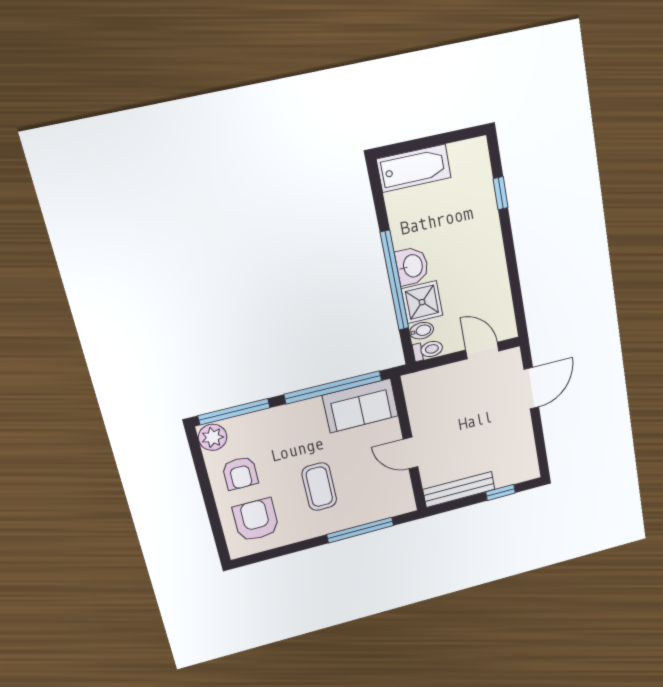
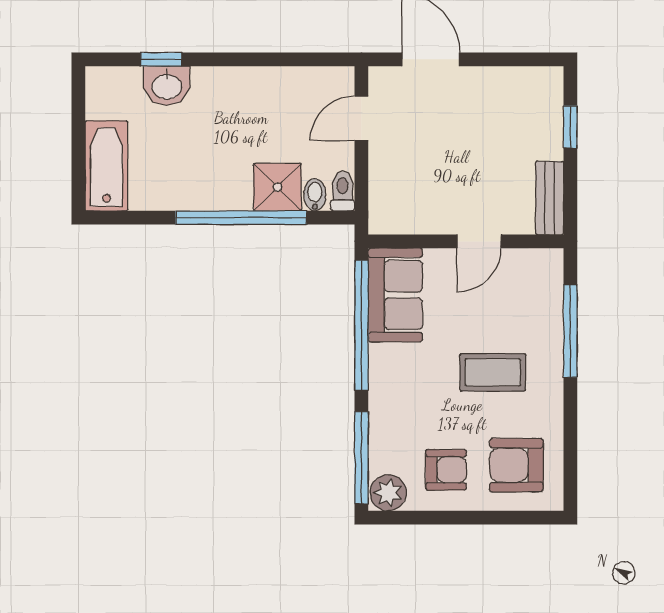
washbasin: (412, 266) -> (167, 86), moved, turned 180
bench: (459, 489) -> (550, 198), width x0.73

